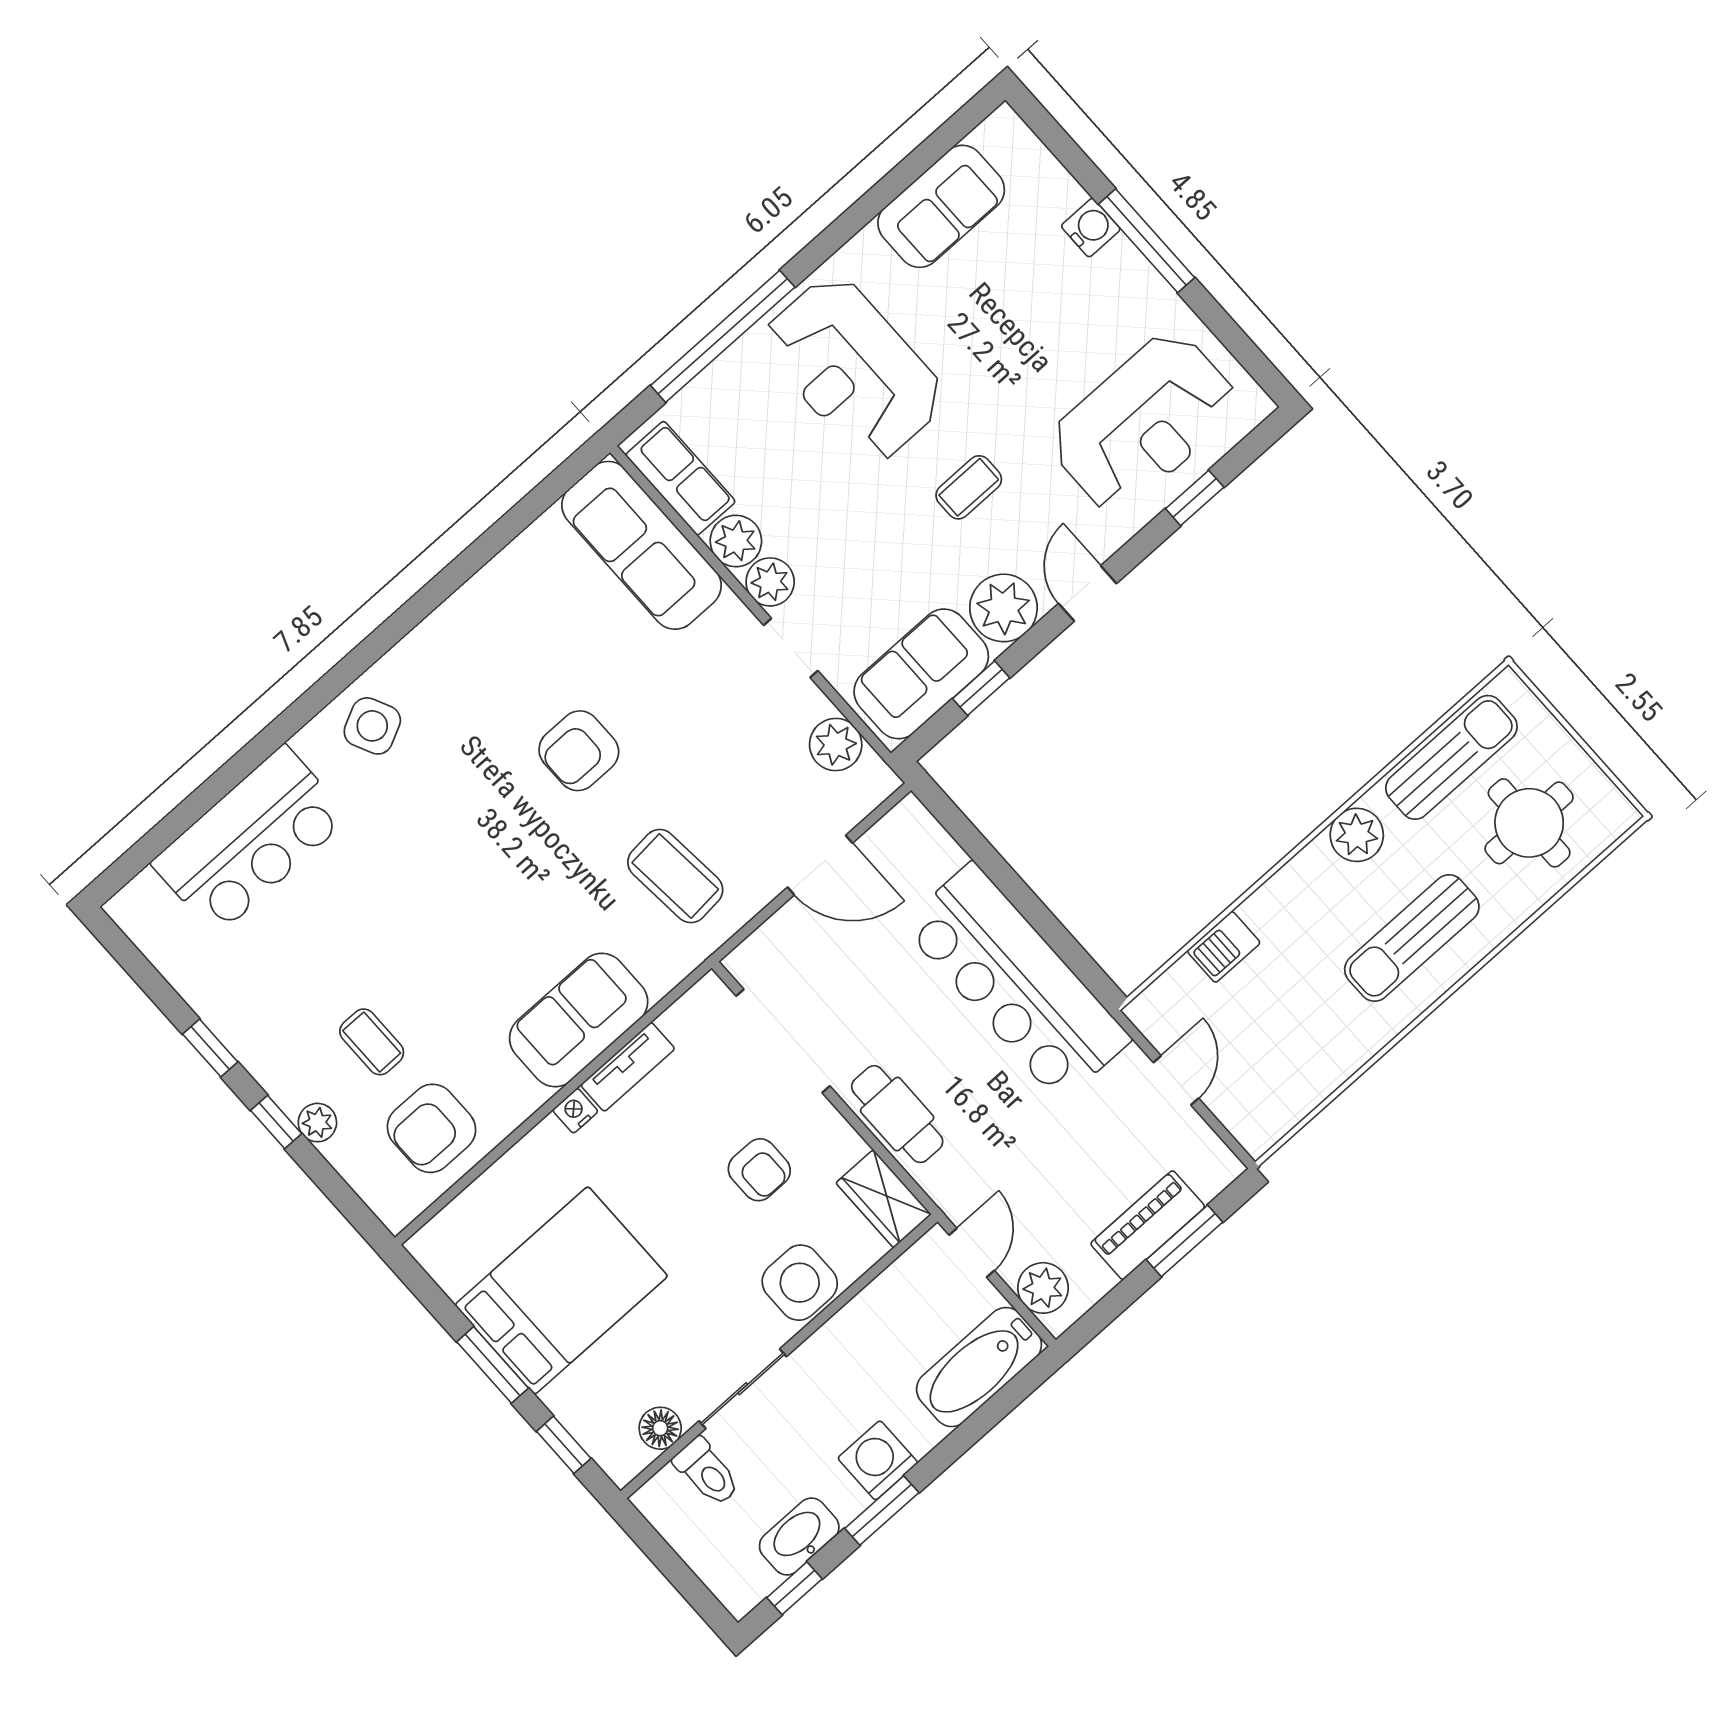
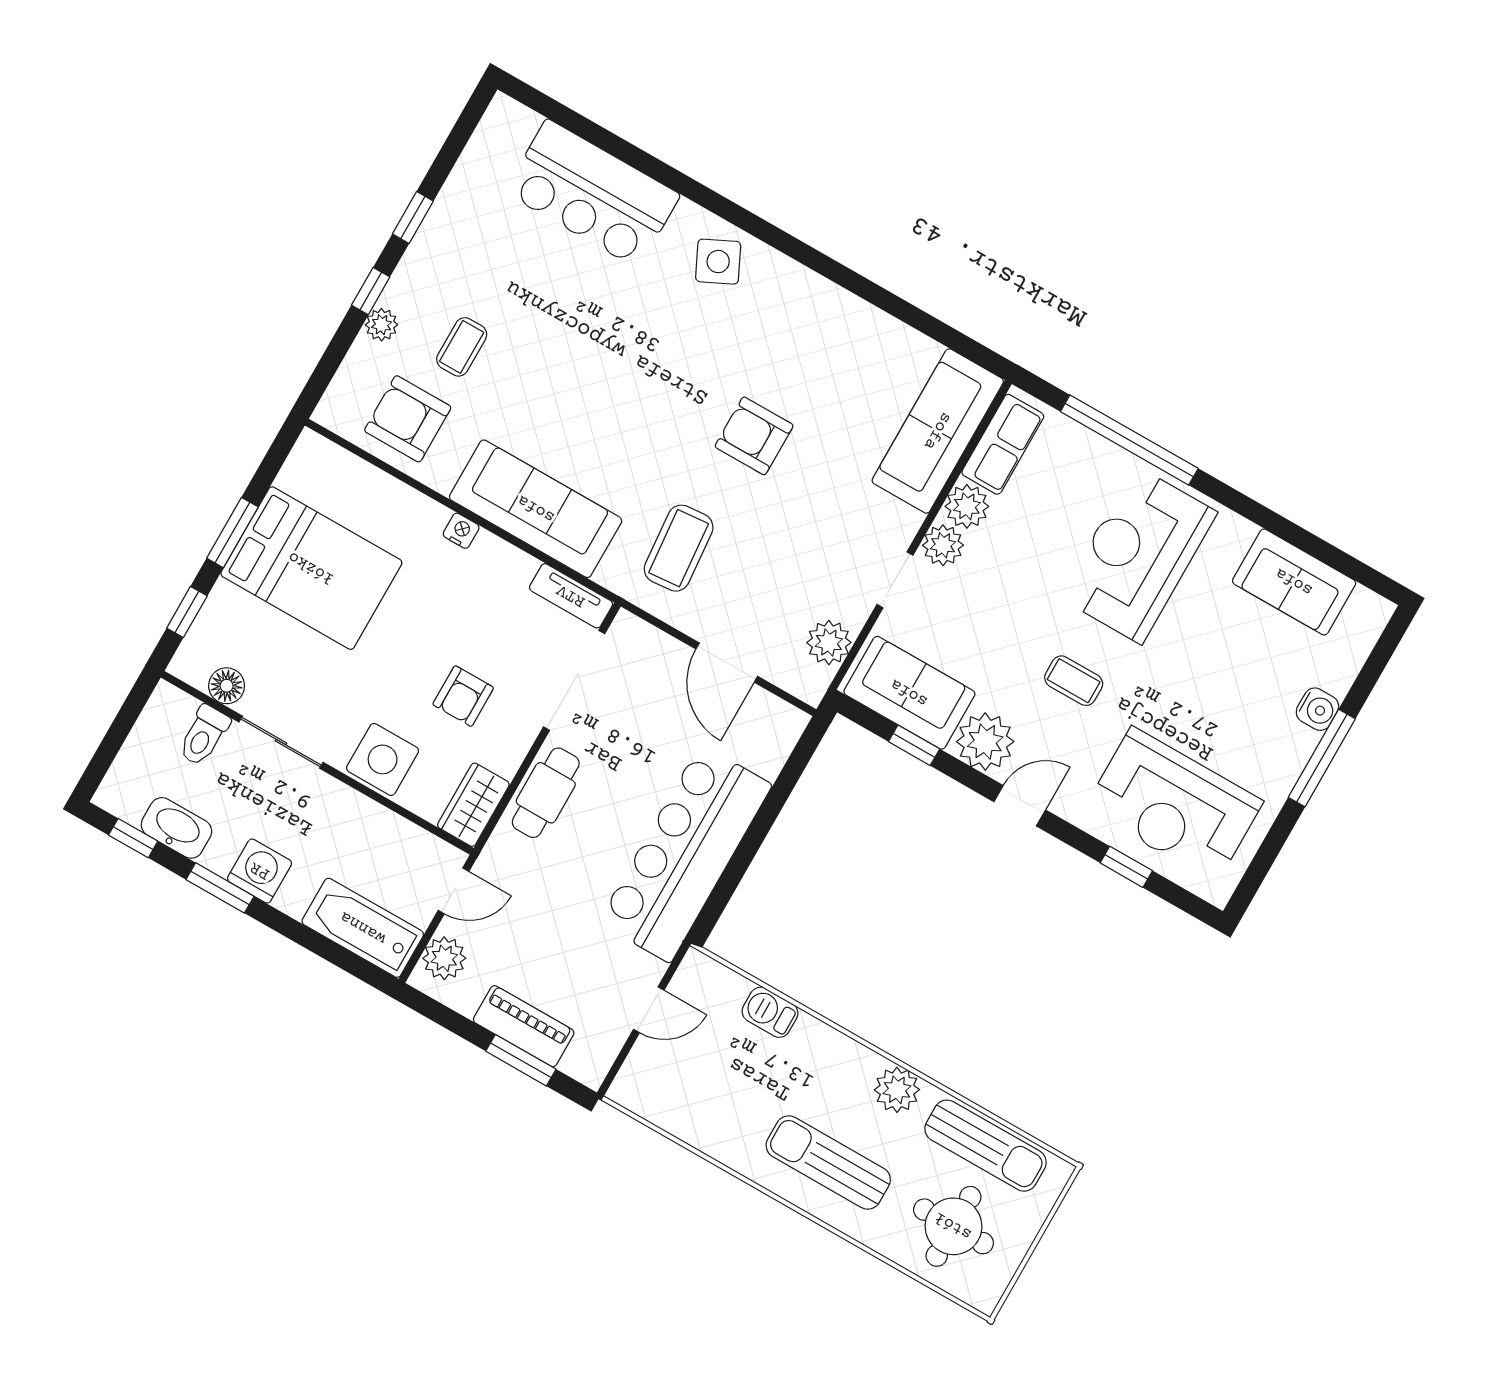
sofa: (579, 1020) -> (536, 509), width x1.36
tv unit: (628, 1067) -> (571, 596), moved

